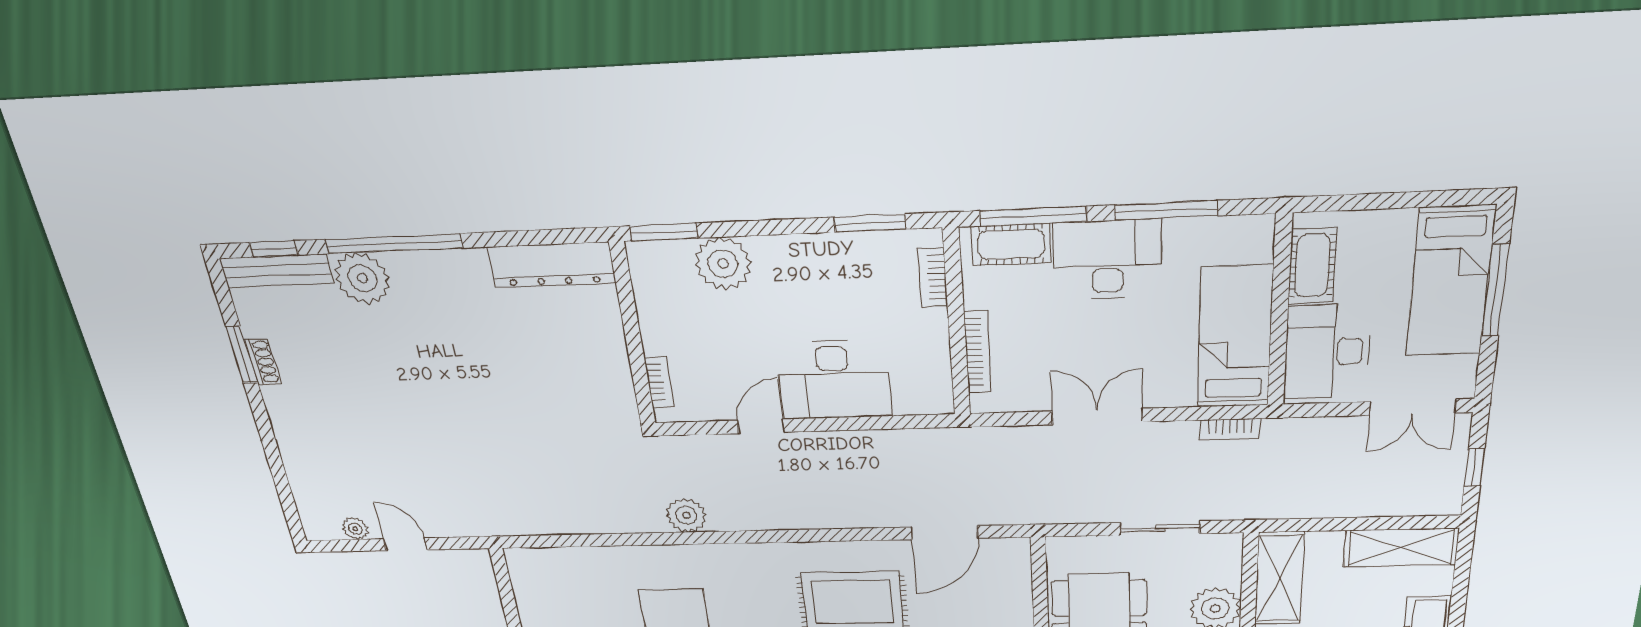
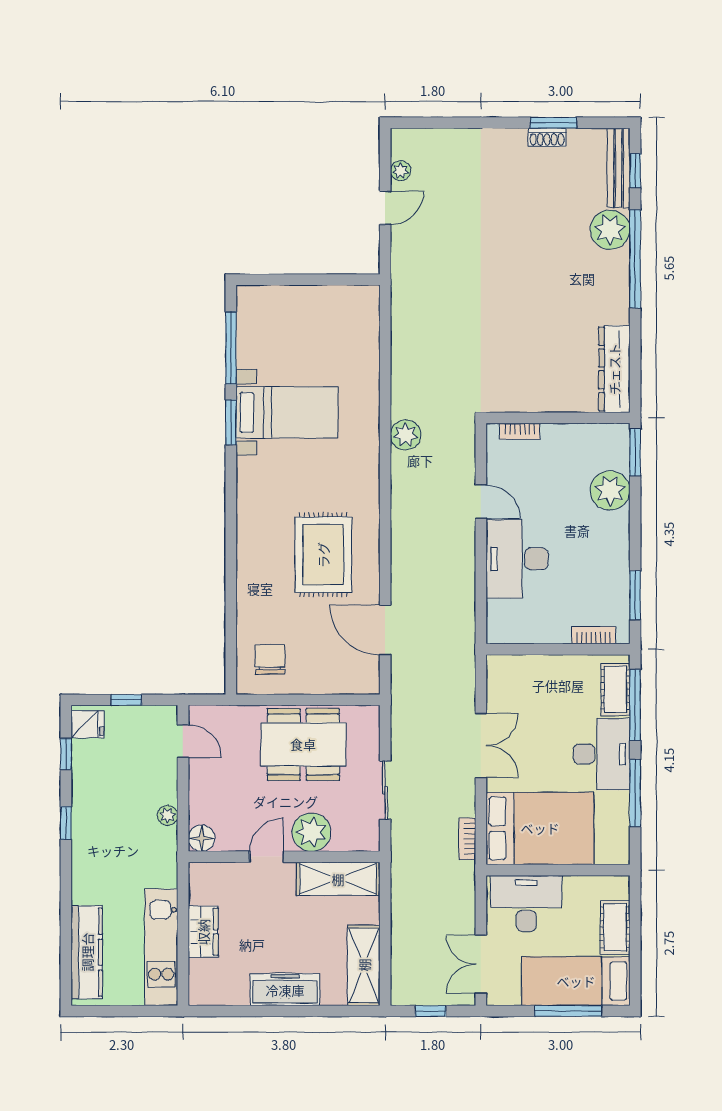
cot: (1312, 266) -> (615, 927), moved, turned 90
bed: (1235, 337) -> (540, 828), width x1.50
bookcase: (978, 352) -> (535, 663), removed

